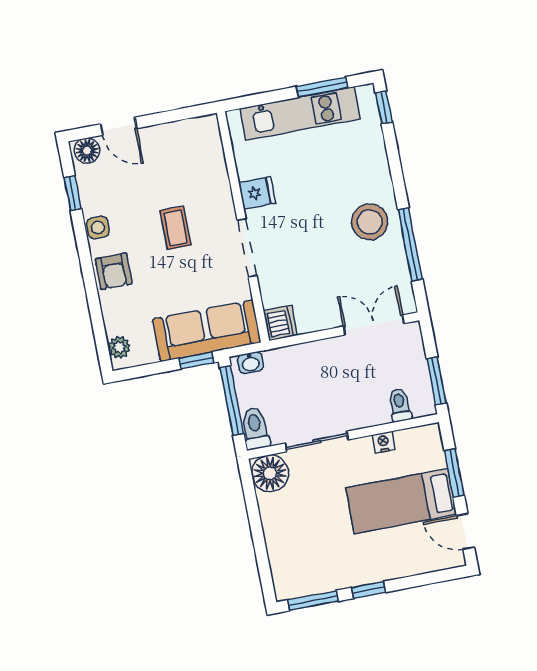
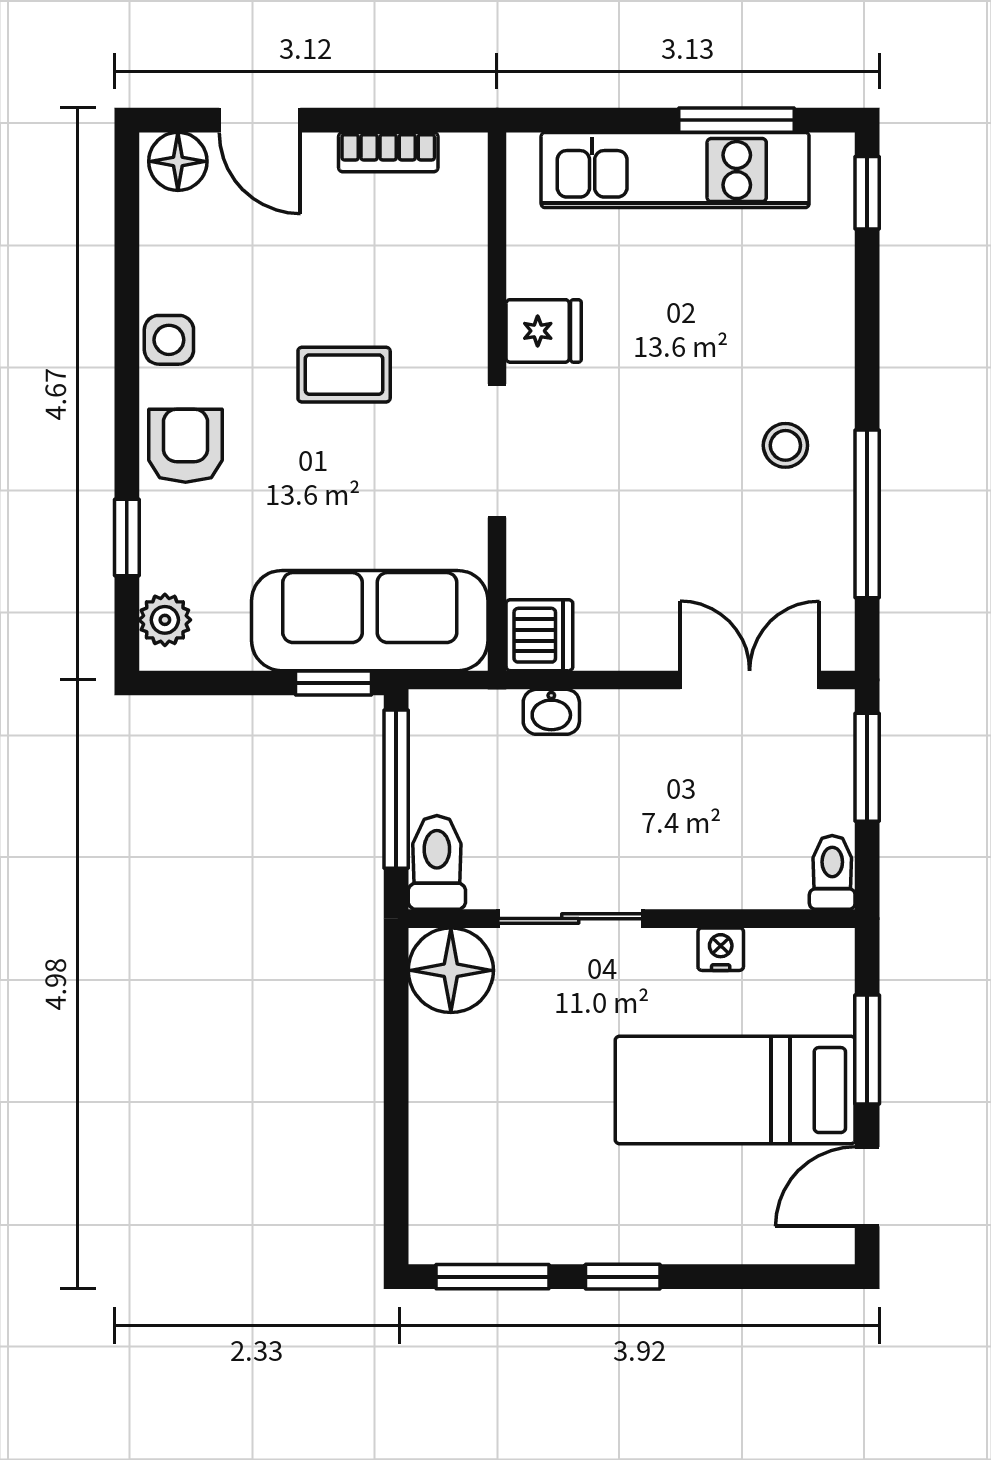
bookcase: (176, 129) -> (388, 152), added
window: (73, 193) -> (127, 537), moved
stool: (370, 222) -> (785, 445), width x0.53, depth x0.53
coffee table: (176, 228) -> (344, 375), turned 90
armchair: (114, 271) -> (186, 446), turned 180
washbasin: (251, 363) -> (551, 712), moved
window: (436, 381) -> (867, 767), moved
toilet: (400, 405) -> (832, 872), moved
door: (465, 531) -> (867, 1187), hinge flipped

